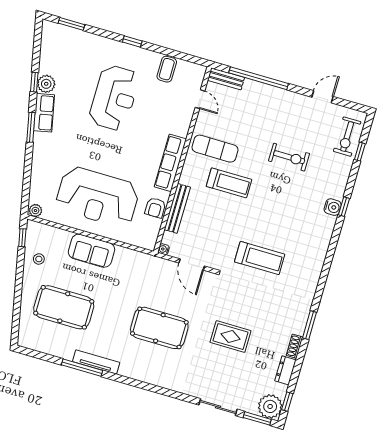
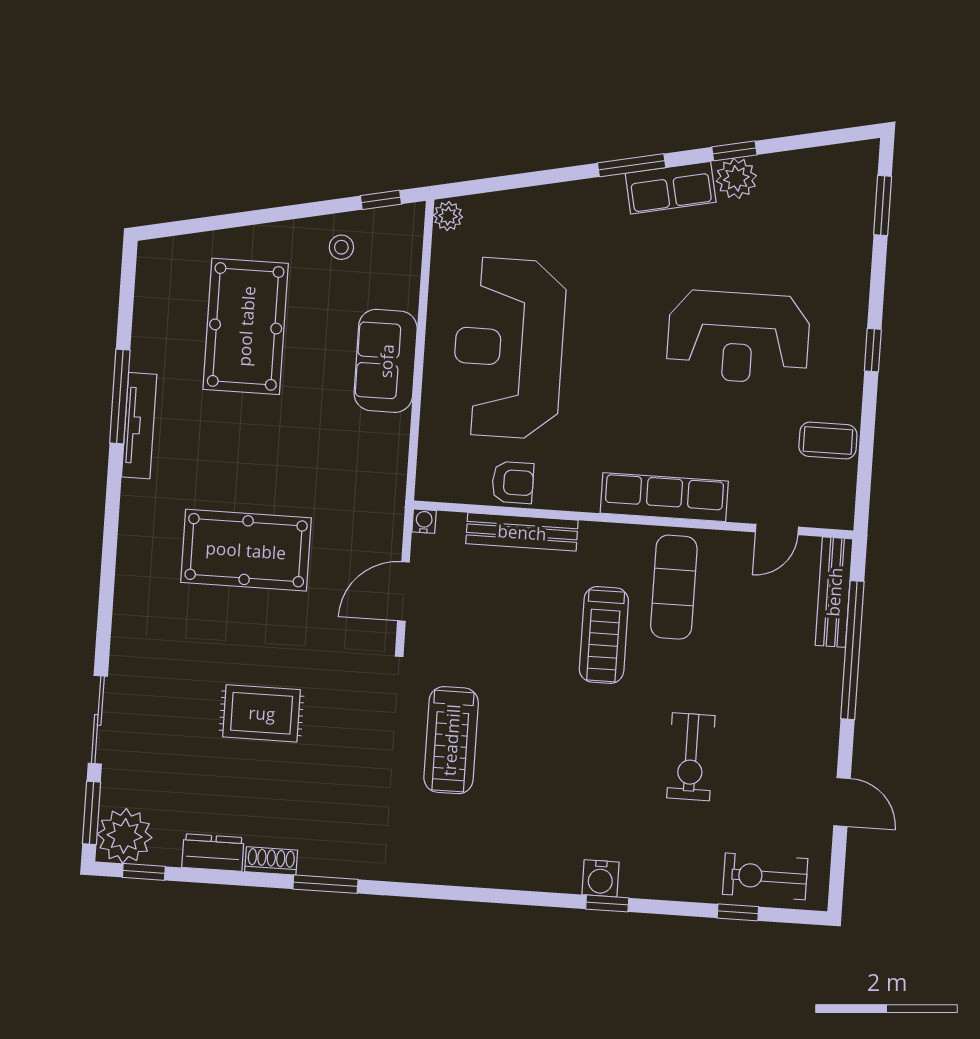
bench: (226, 79) -> (834, 592), width x1.36
row of seats: (170, 163) -> (664, 497), moved
armchair: (155, 208) -> (513, 482), turned 180
pool table: (159, 328) -> (246, 550), turned 90
rug: (231, 337) -> (262, 713), turned 90

